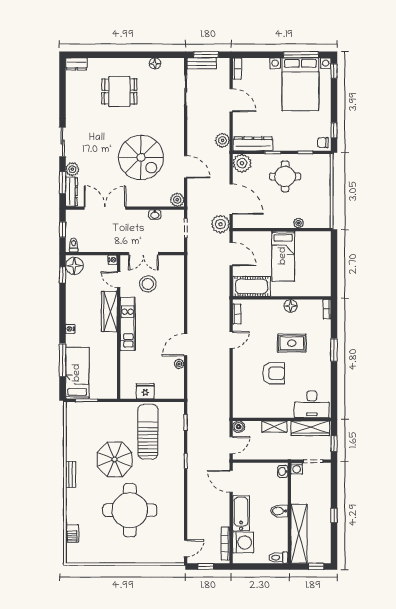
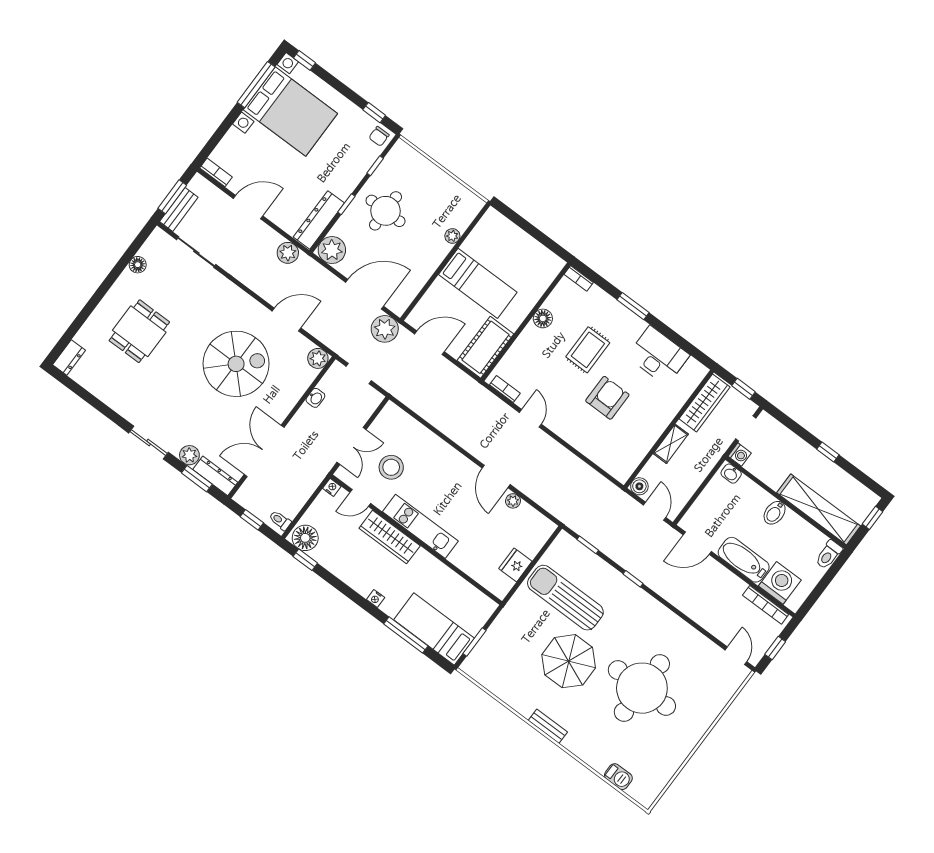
desk: (312, 404) -> (658, 356), moved, turned -90

